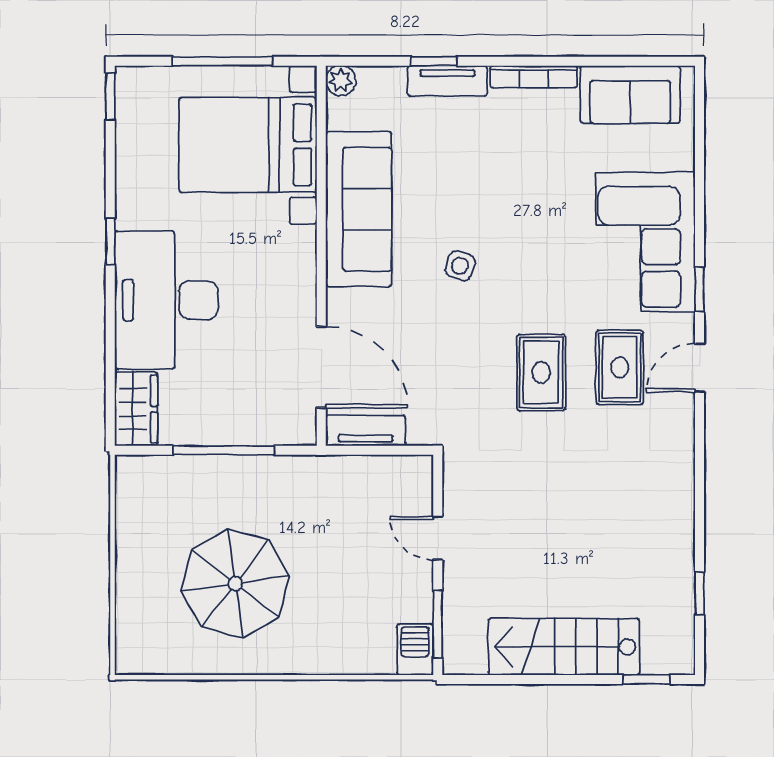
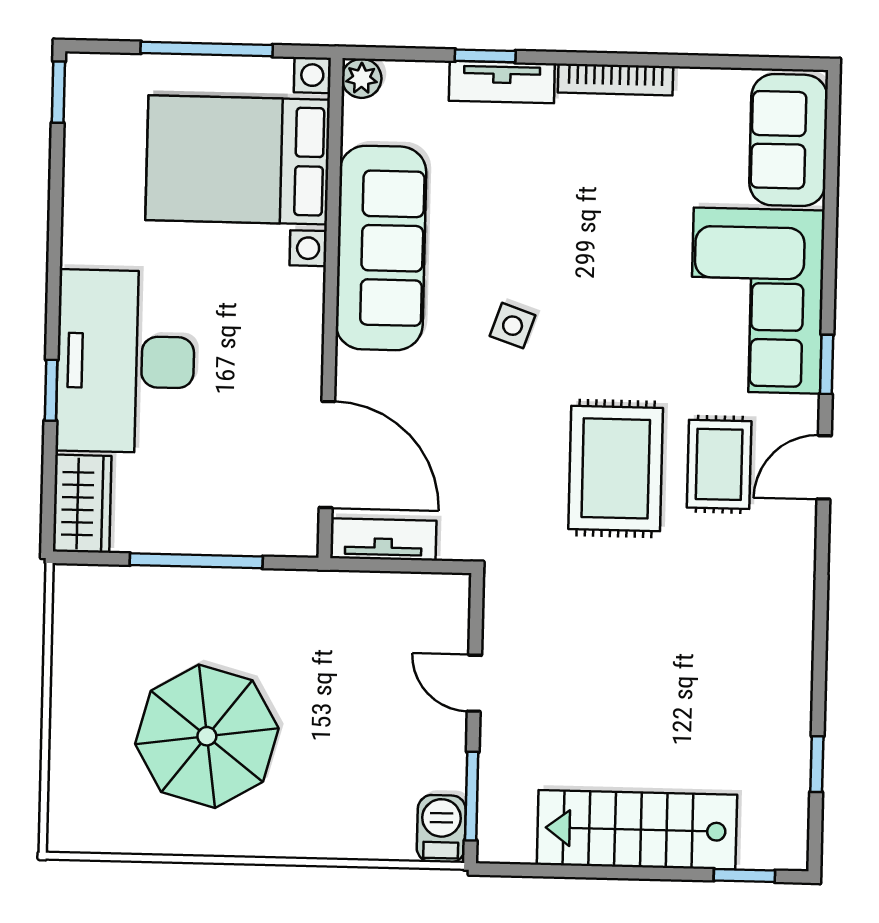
sofa: (630, 94) -> (788, 140), moved, turned 90
window: (110, 241) -> (51, 390), moved
rug: (541, 372) -> (616, 468), width x1.36, depth x1.43

